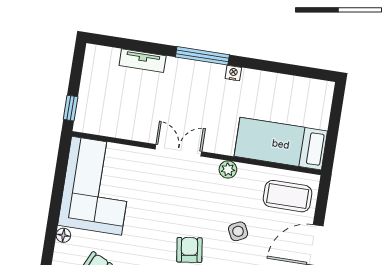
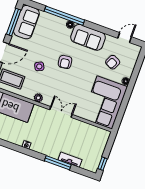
window: (202, 56) -> (58, 163), moved
window: (71, 108) -> (103, 164), moved
double door: (178, 150) -> (61, 112), swing flipped

